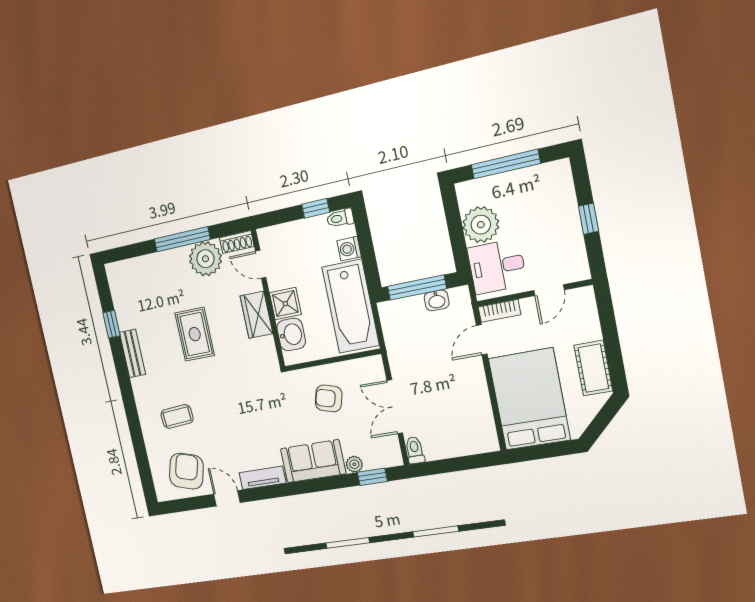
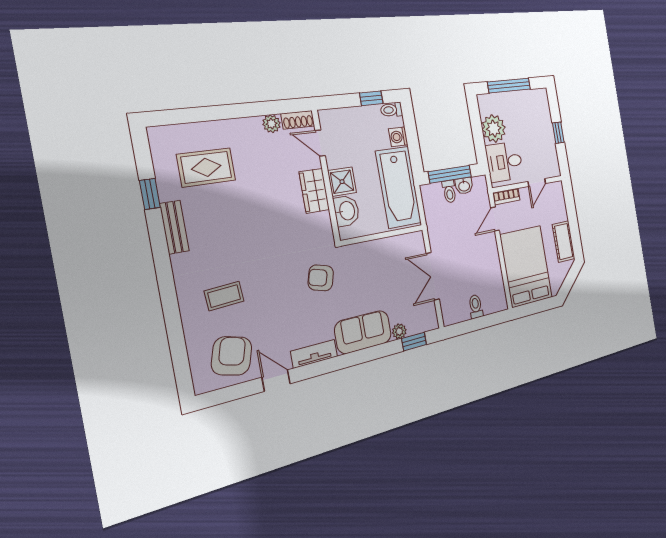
window: (182, 239) -> (241, 110), removed
plant: (205, 259) -> (272, 124), width x0.53, depth x0.53
toilet: (416, 308) -> (449, 192), added
rug: (195, 334) -> (206, 167), moved, turned 90
armchair: (329, 398) -> (321, 278), moved
toilet: (415, 450) -> (476, 306), moved

